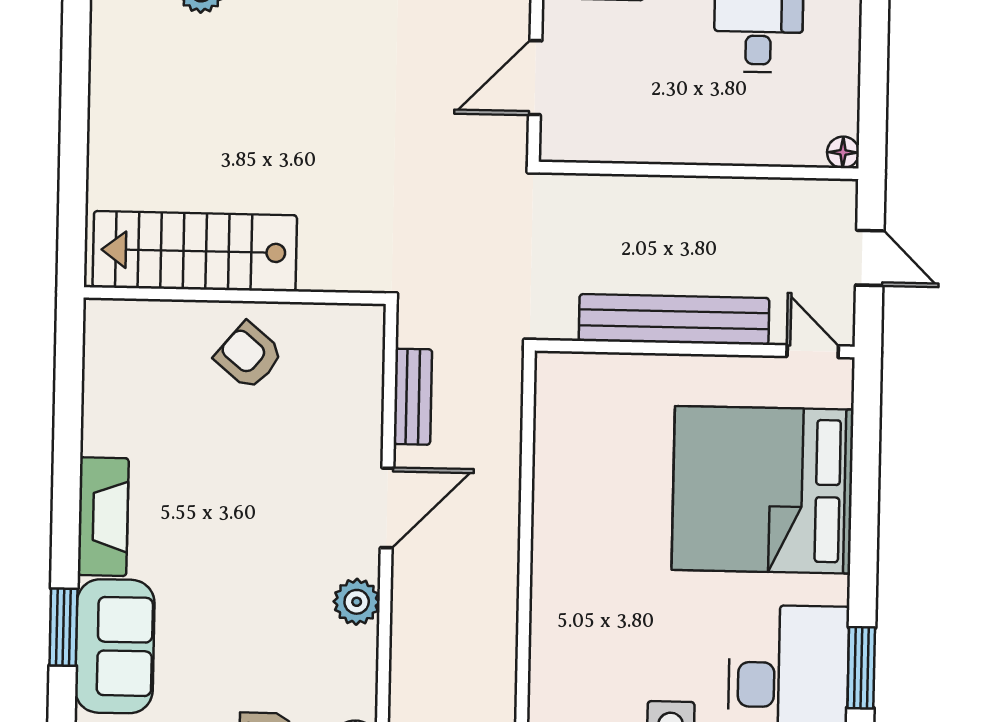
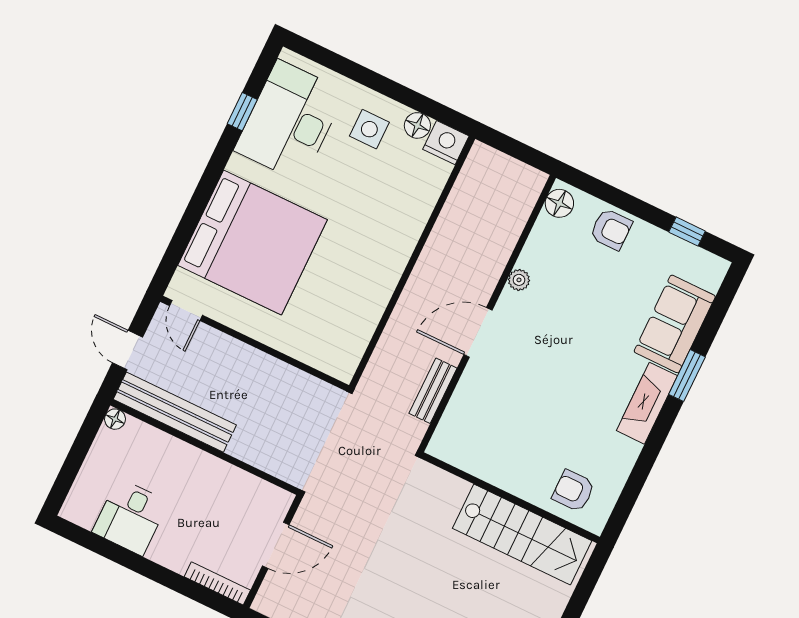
bench: (674, 319) -> (175, 412), moved
armchair: (249, 356) -> (573, 491), moved, turned 140
plant: (357, 602) -> (519, 280), width x0.73, depth x0.73
window: (63, 627) -> (687, 376), moved
window: (861, 668) -> (242, 112), width x0.67

